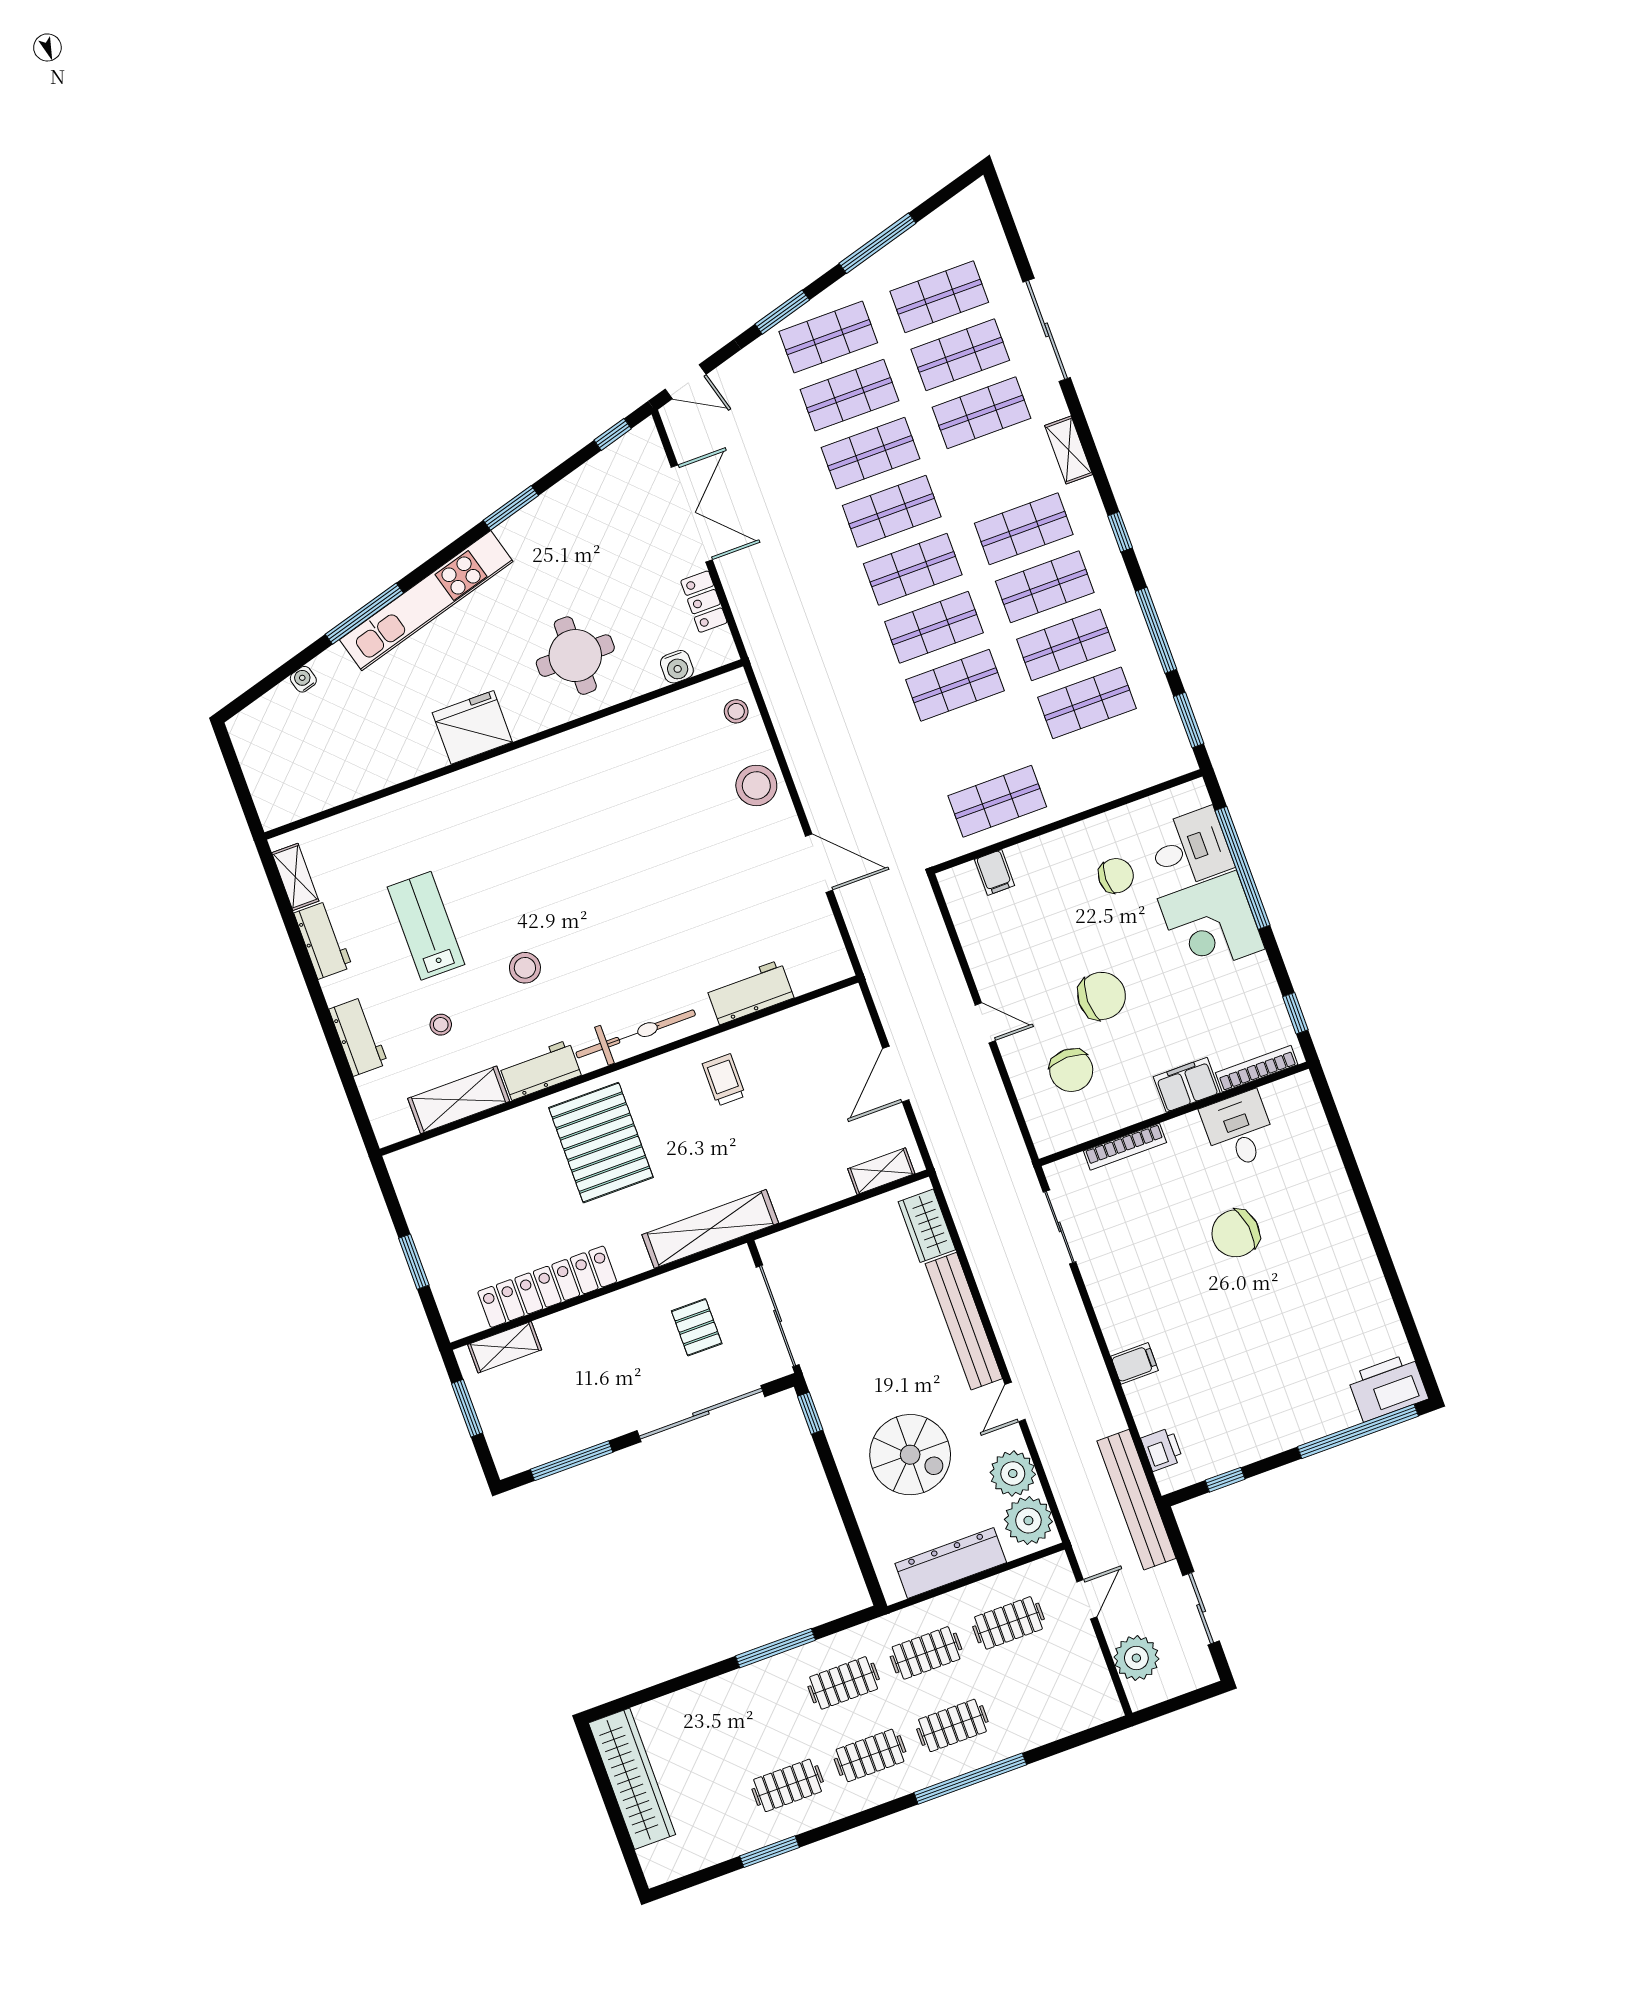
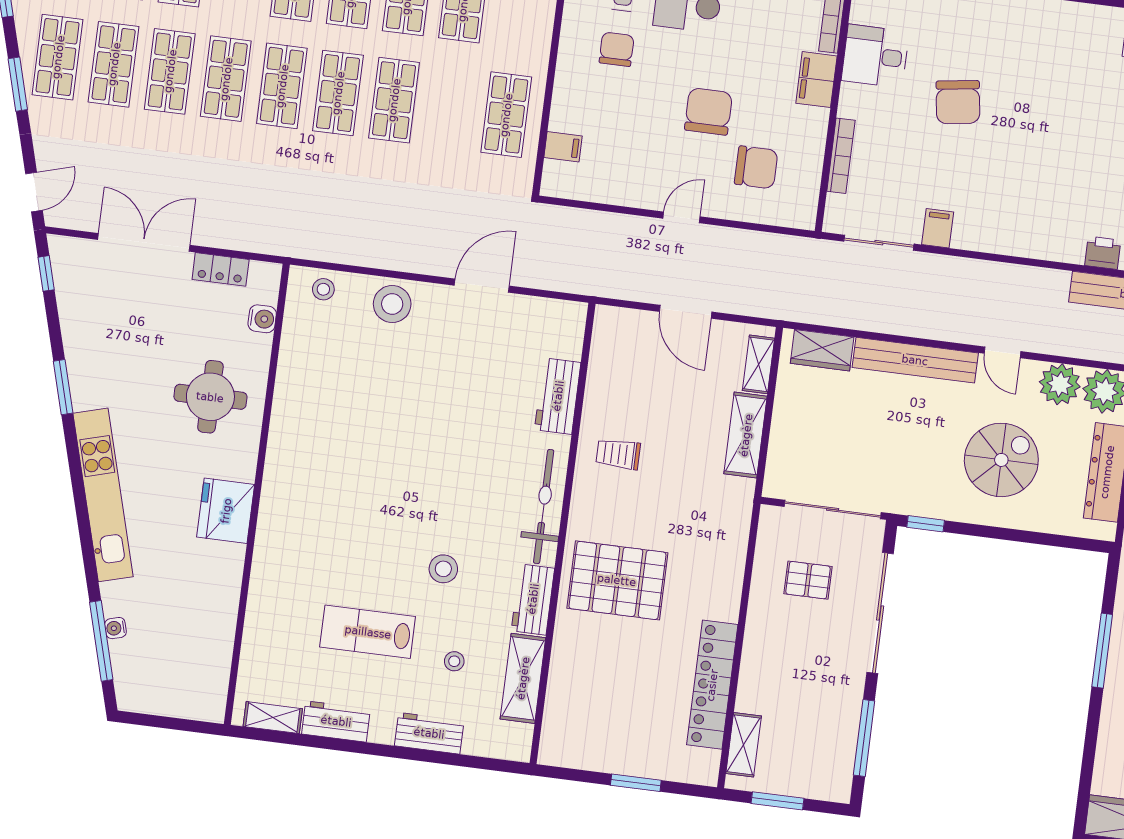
window: (364, 614) -> (101, 641), moved
shelving: (710, 1229) -> (746, 435), moved, width x0.68
filing cabinet: (1135, 1363) -> (938, 228), moved

